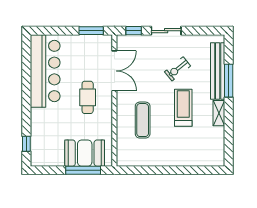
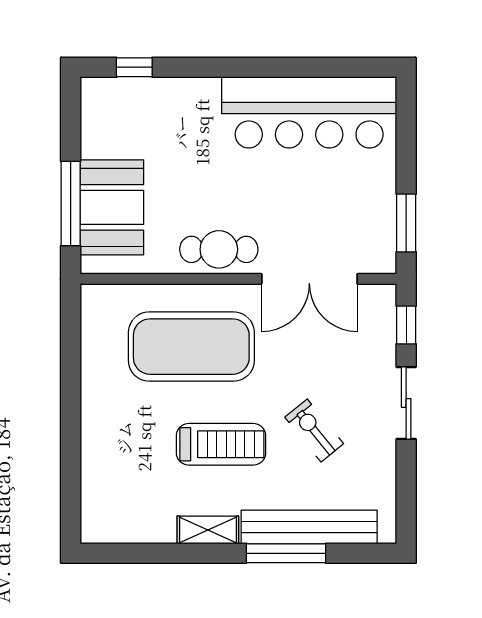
cafe table: (88, 97) -> (219, 249), moved
exercise mat: (143, 120) -> (191, 347), width x2.00, depth x1.45

